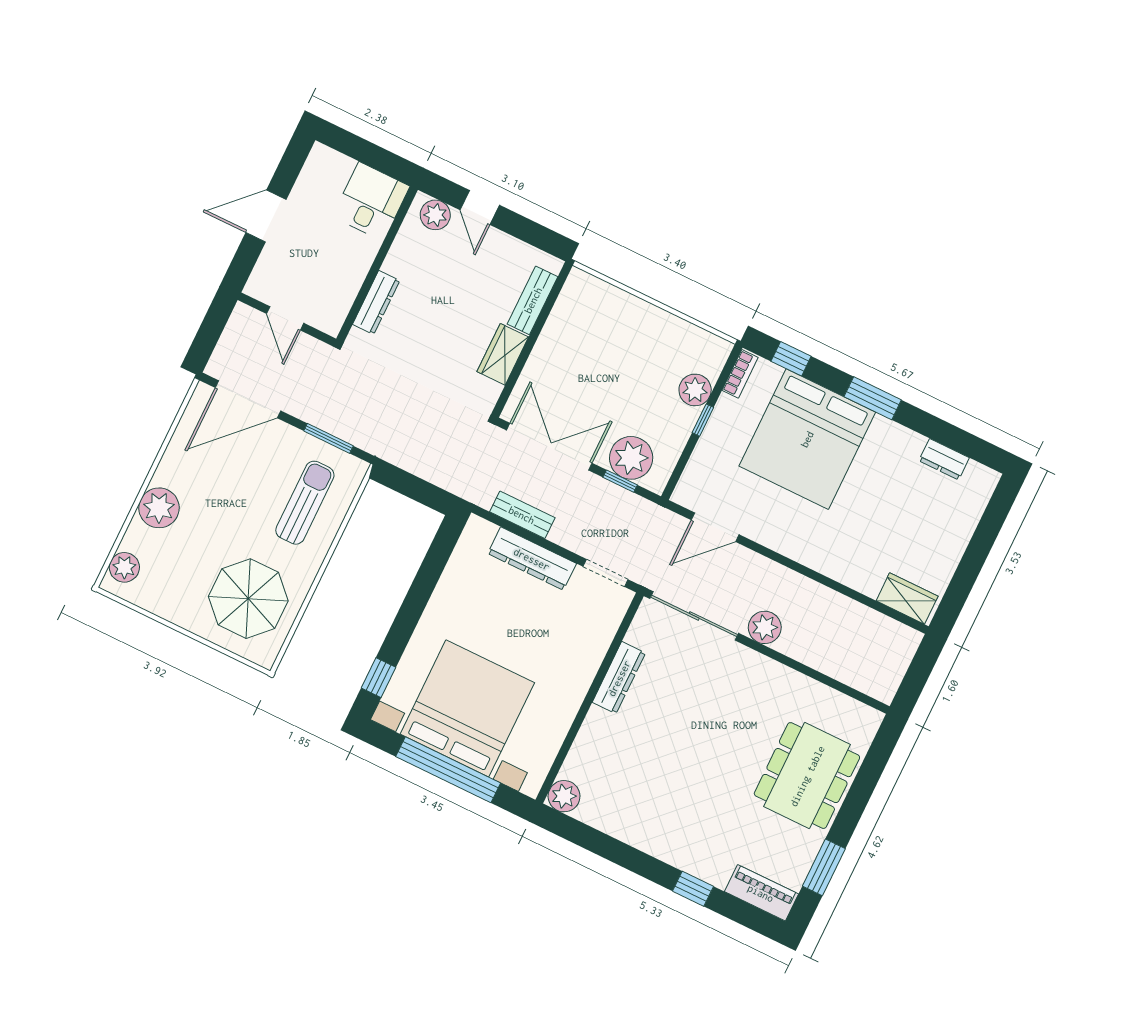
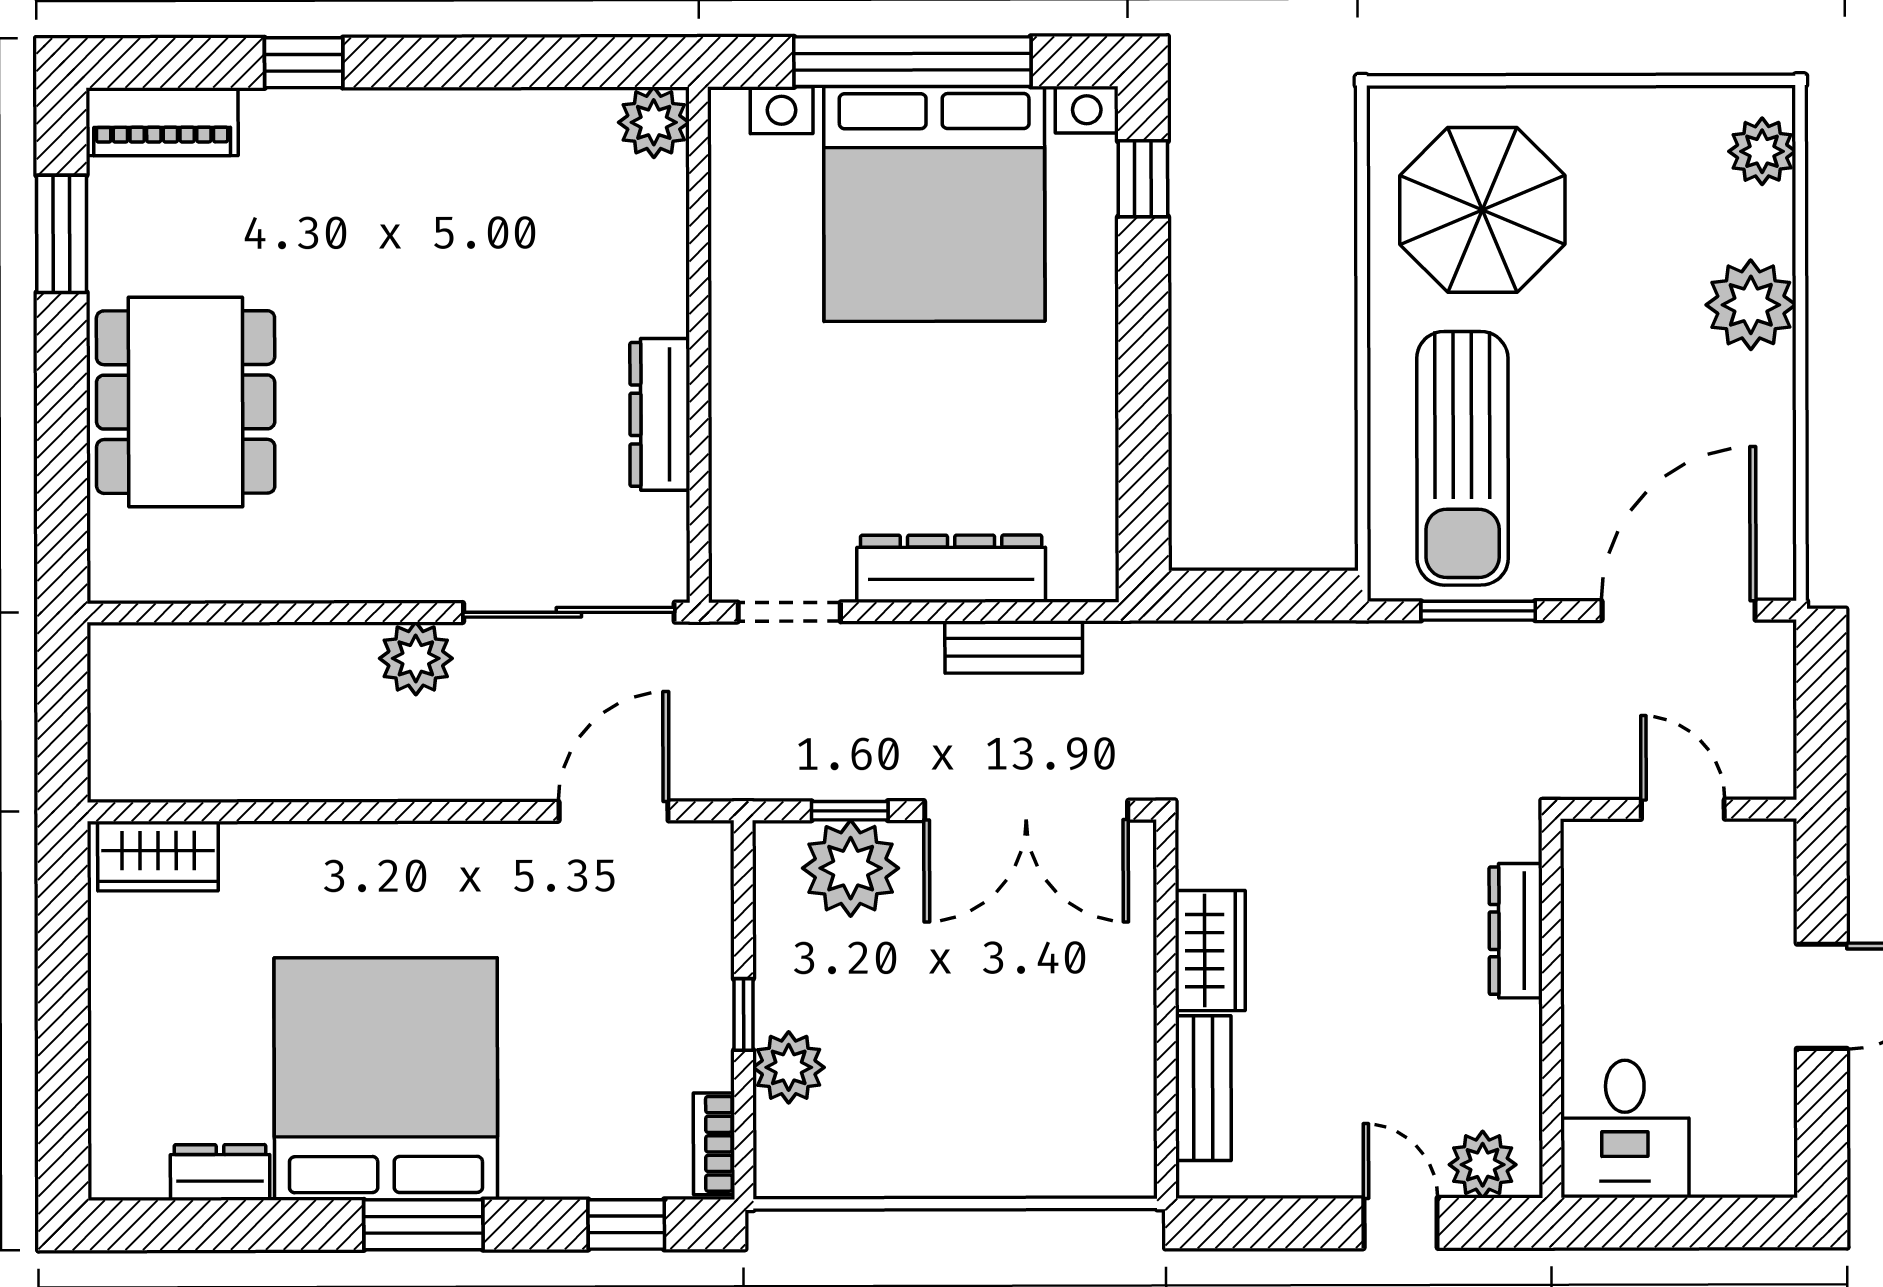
bed: (807, 439) -> (386, 1079), moved
sun lounger: (305, 503) -> (1462, 458), width x1.36, depth x1.34

